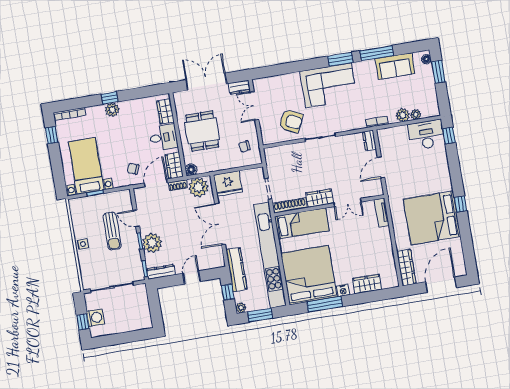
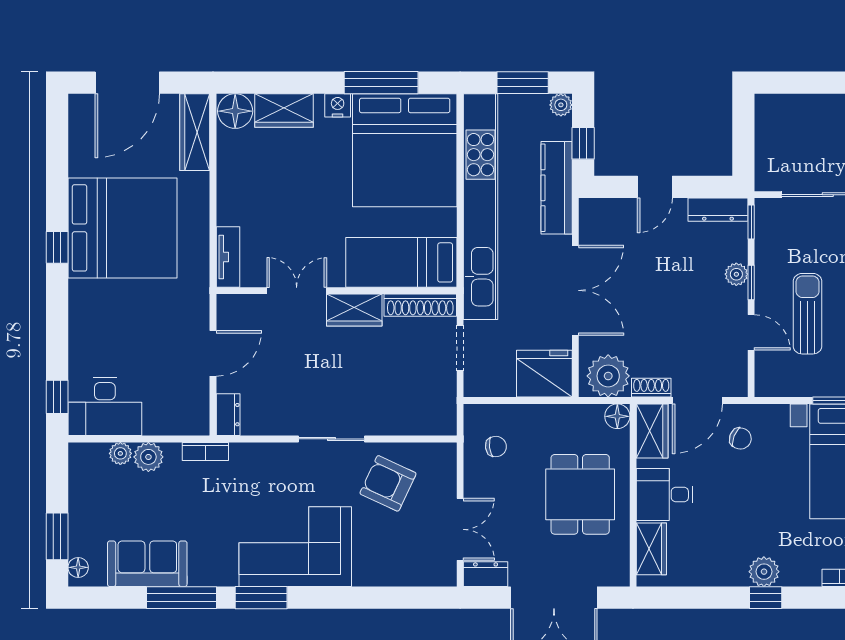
plant: (152, 243) -> (736, 274), width x0.53, depth x0.53
floor lamp: (389, 280) -> (235, 111), added

